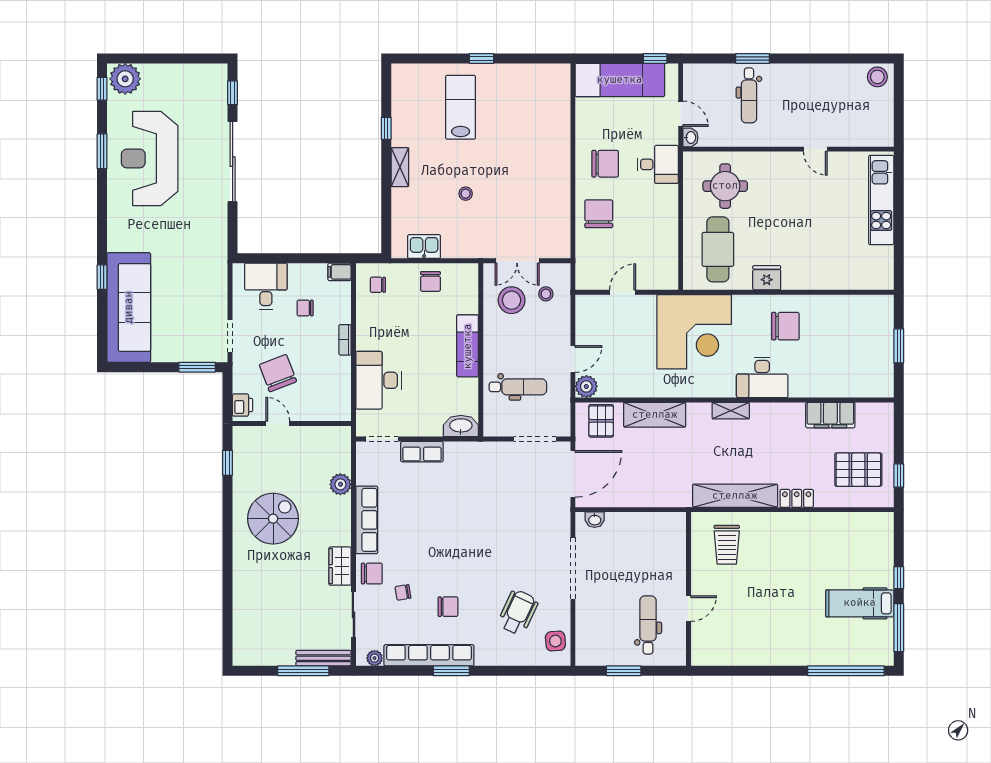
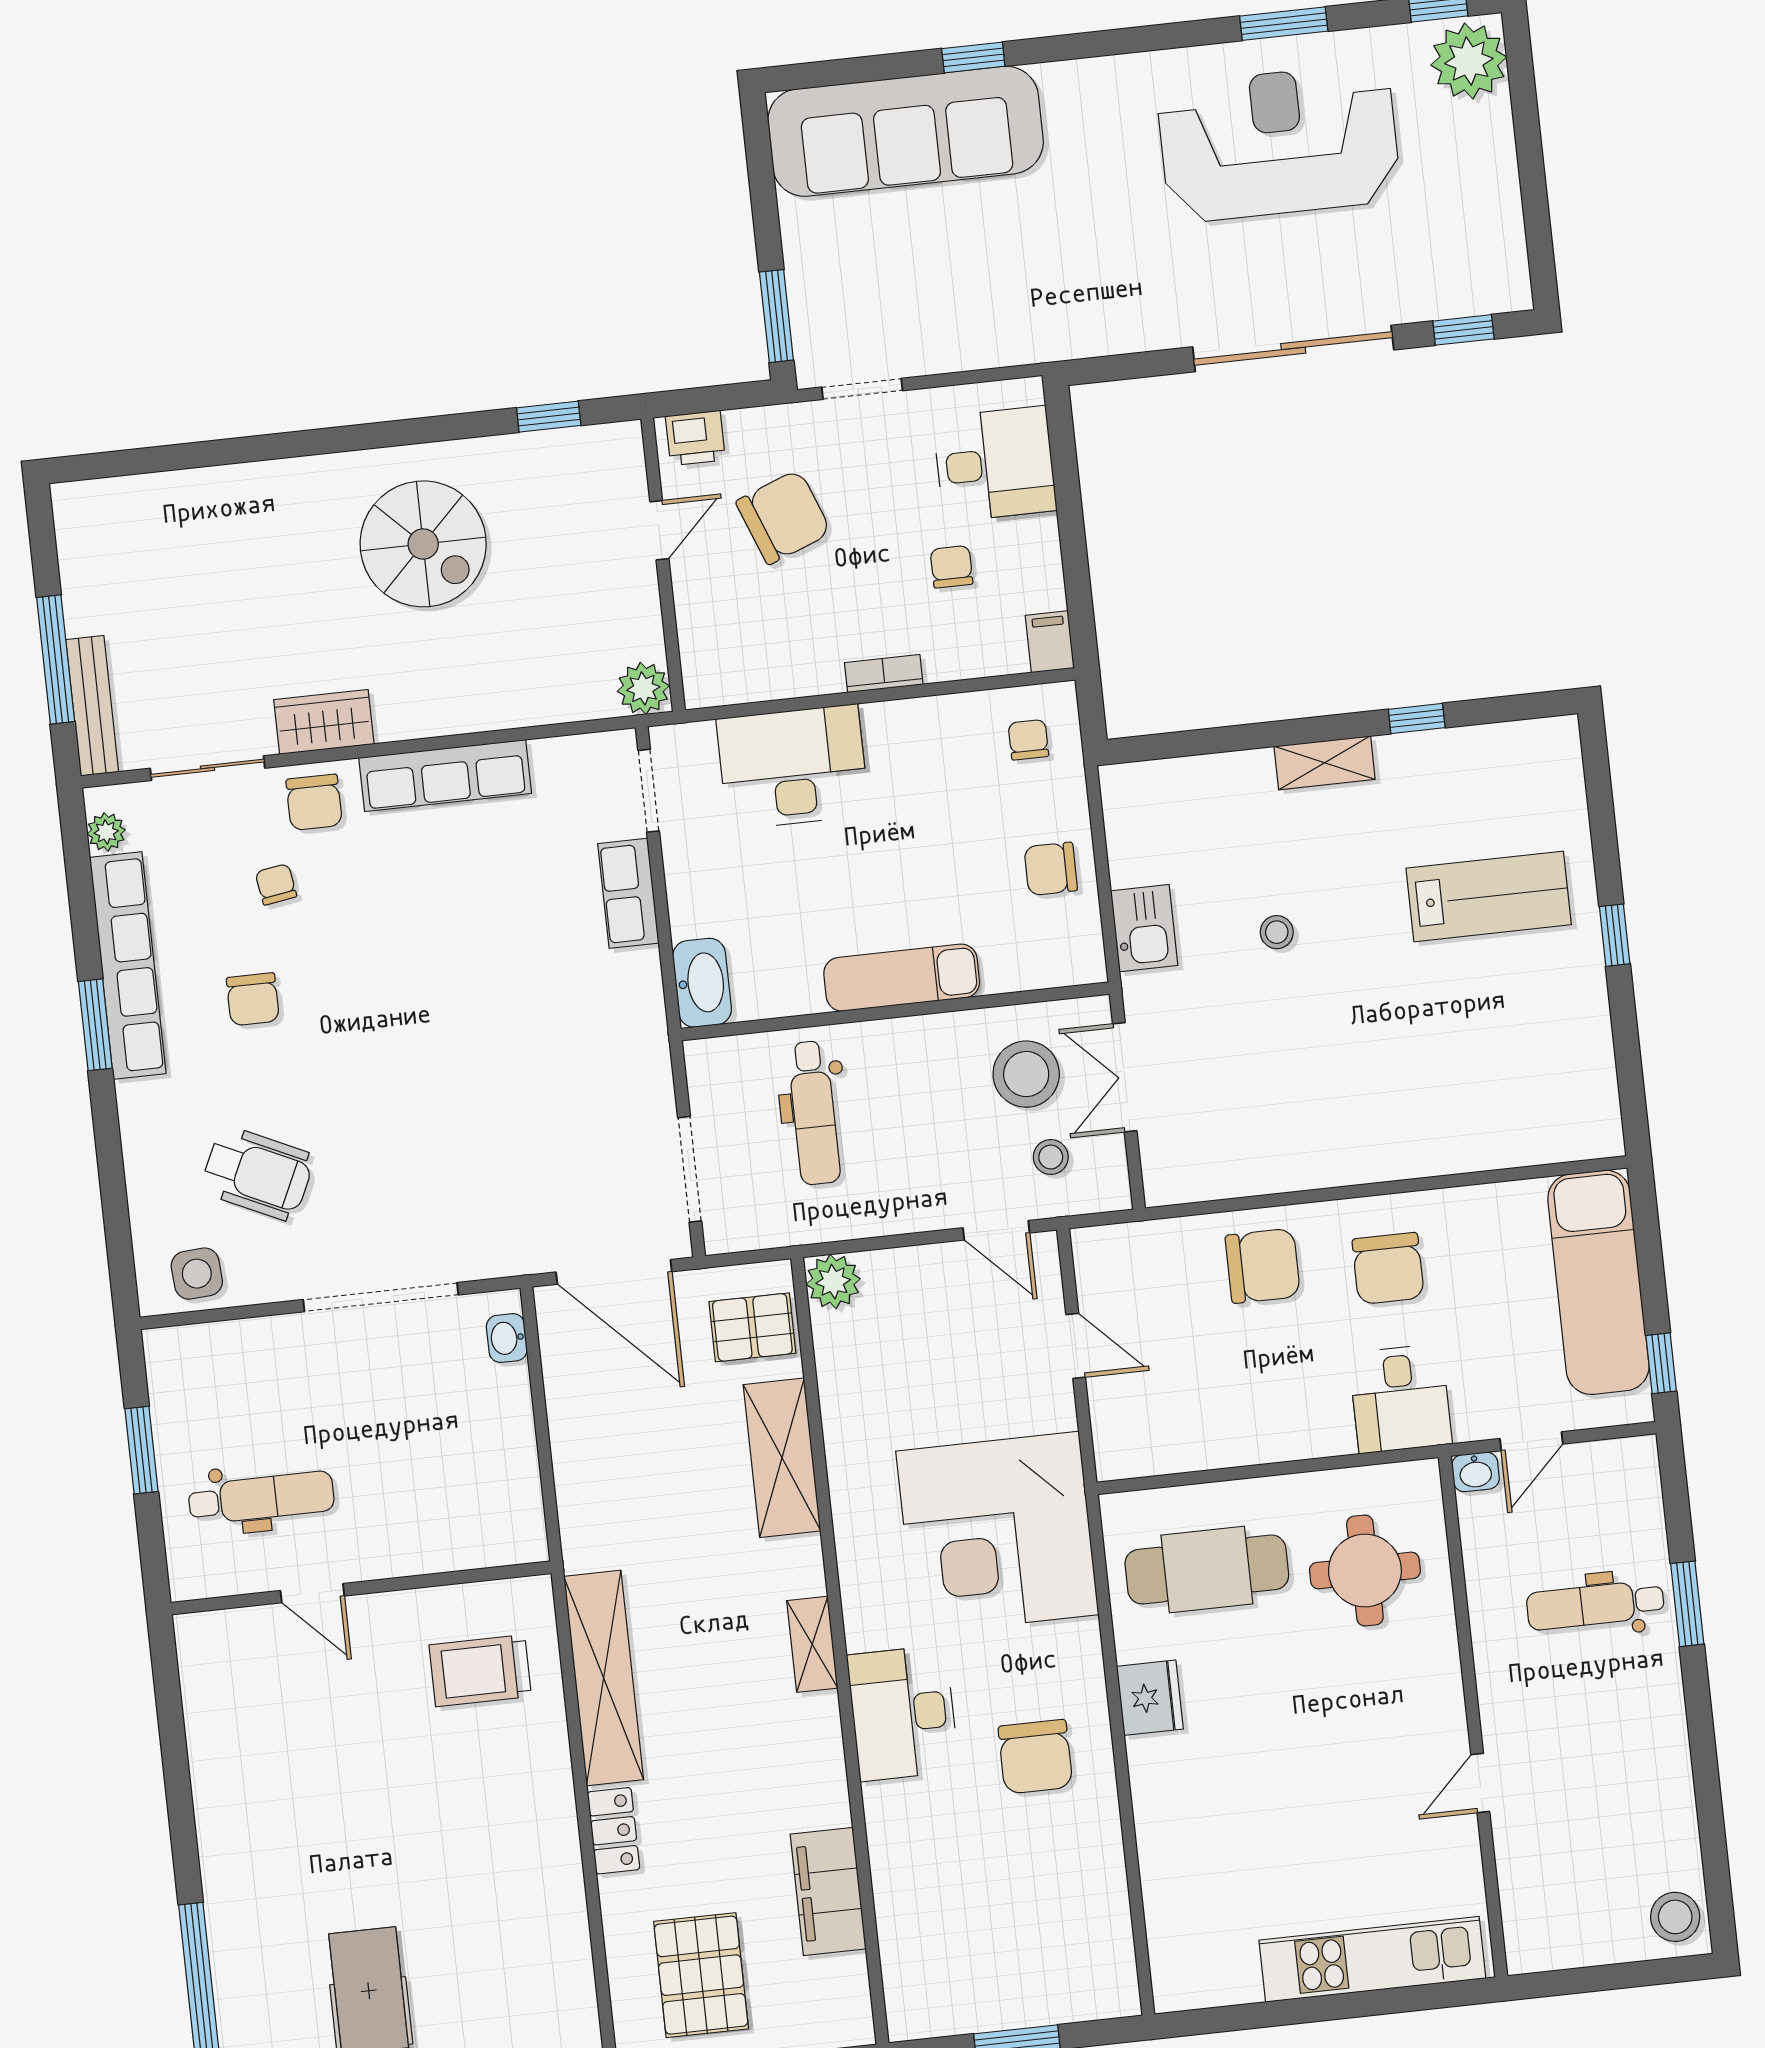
kitchen sink: (424, 247) -> (1144, 928), moved
door: (573, 359) -> (996, 1230), moved
plant: (340, 484) -> (643, 688), moved

